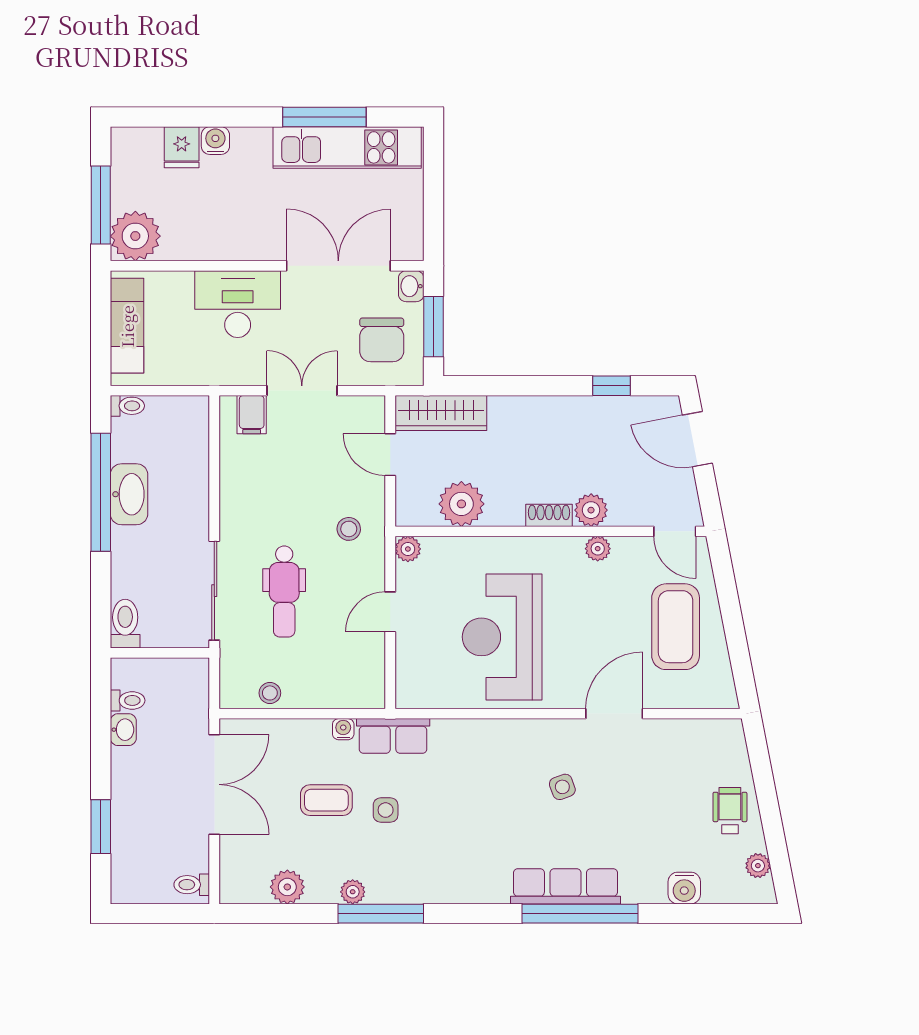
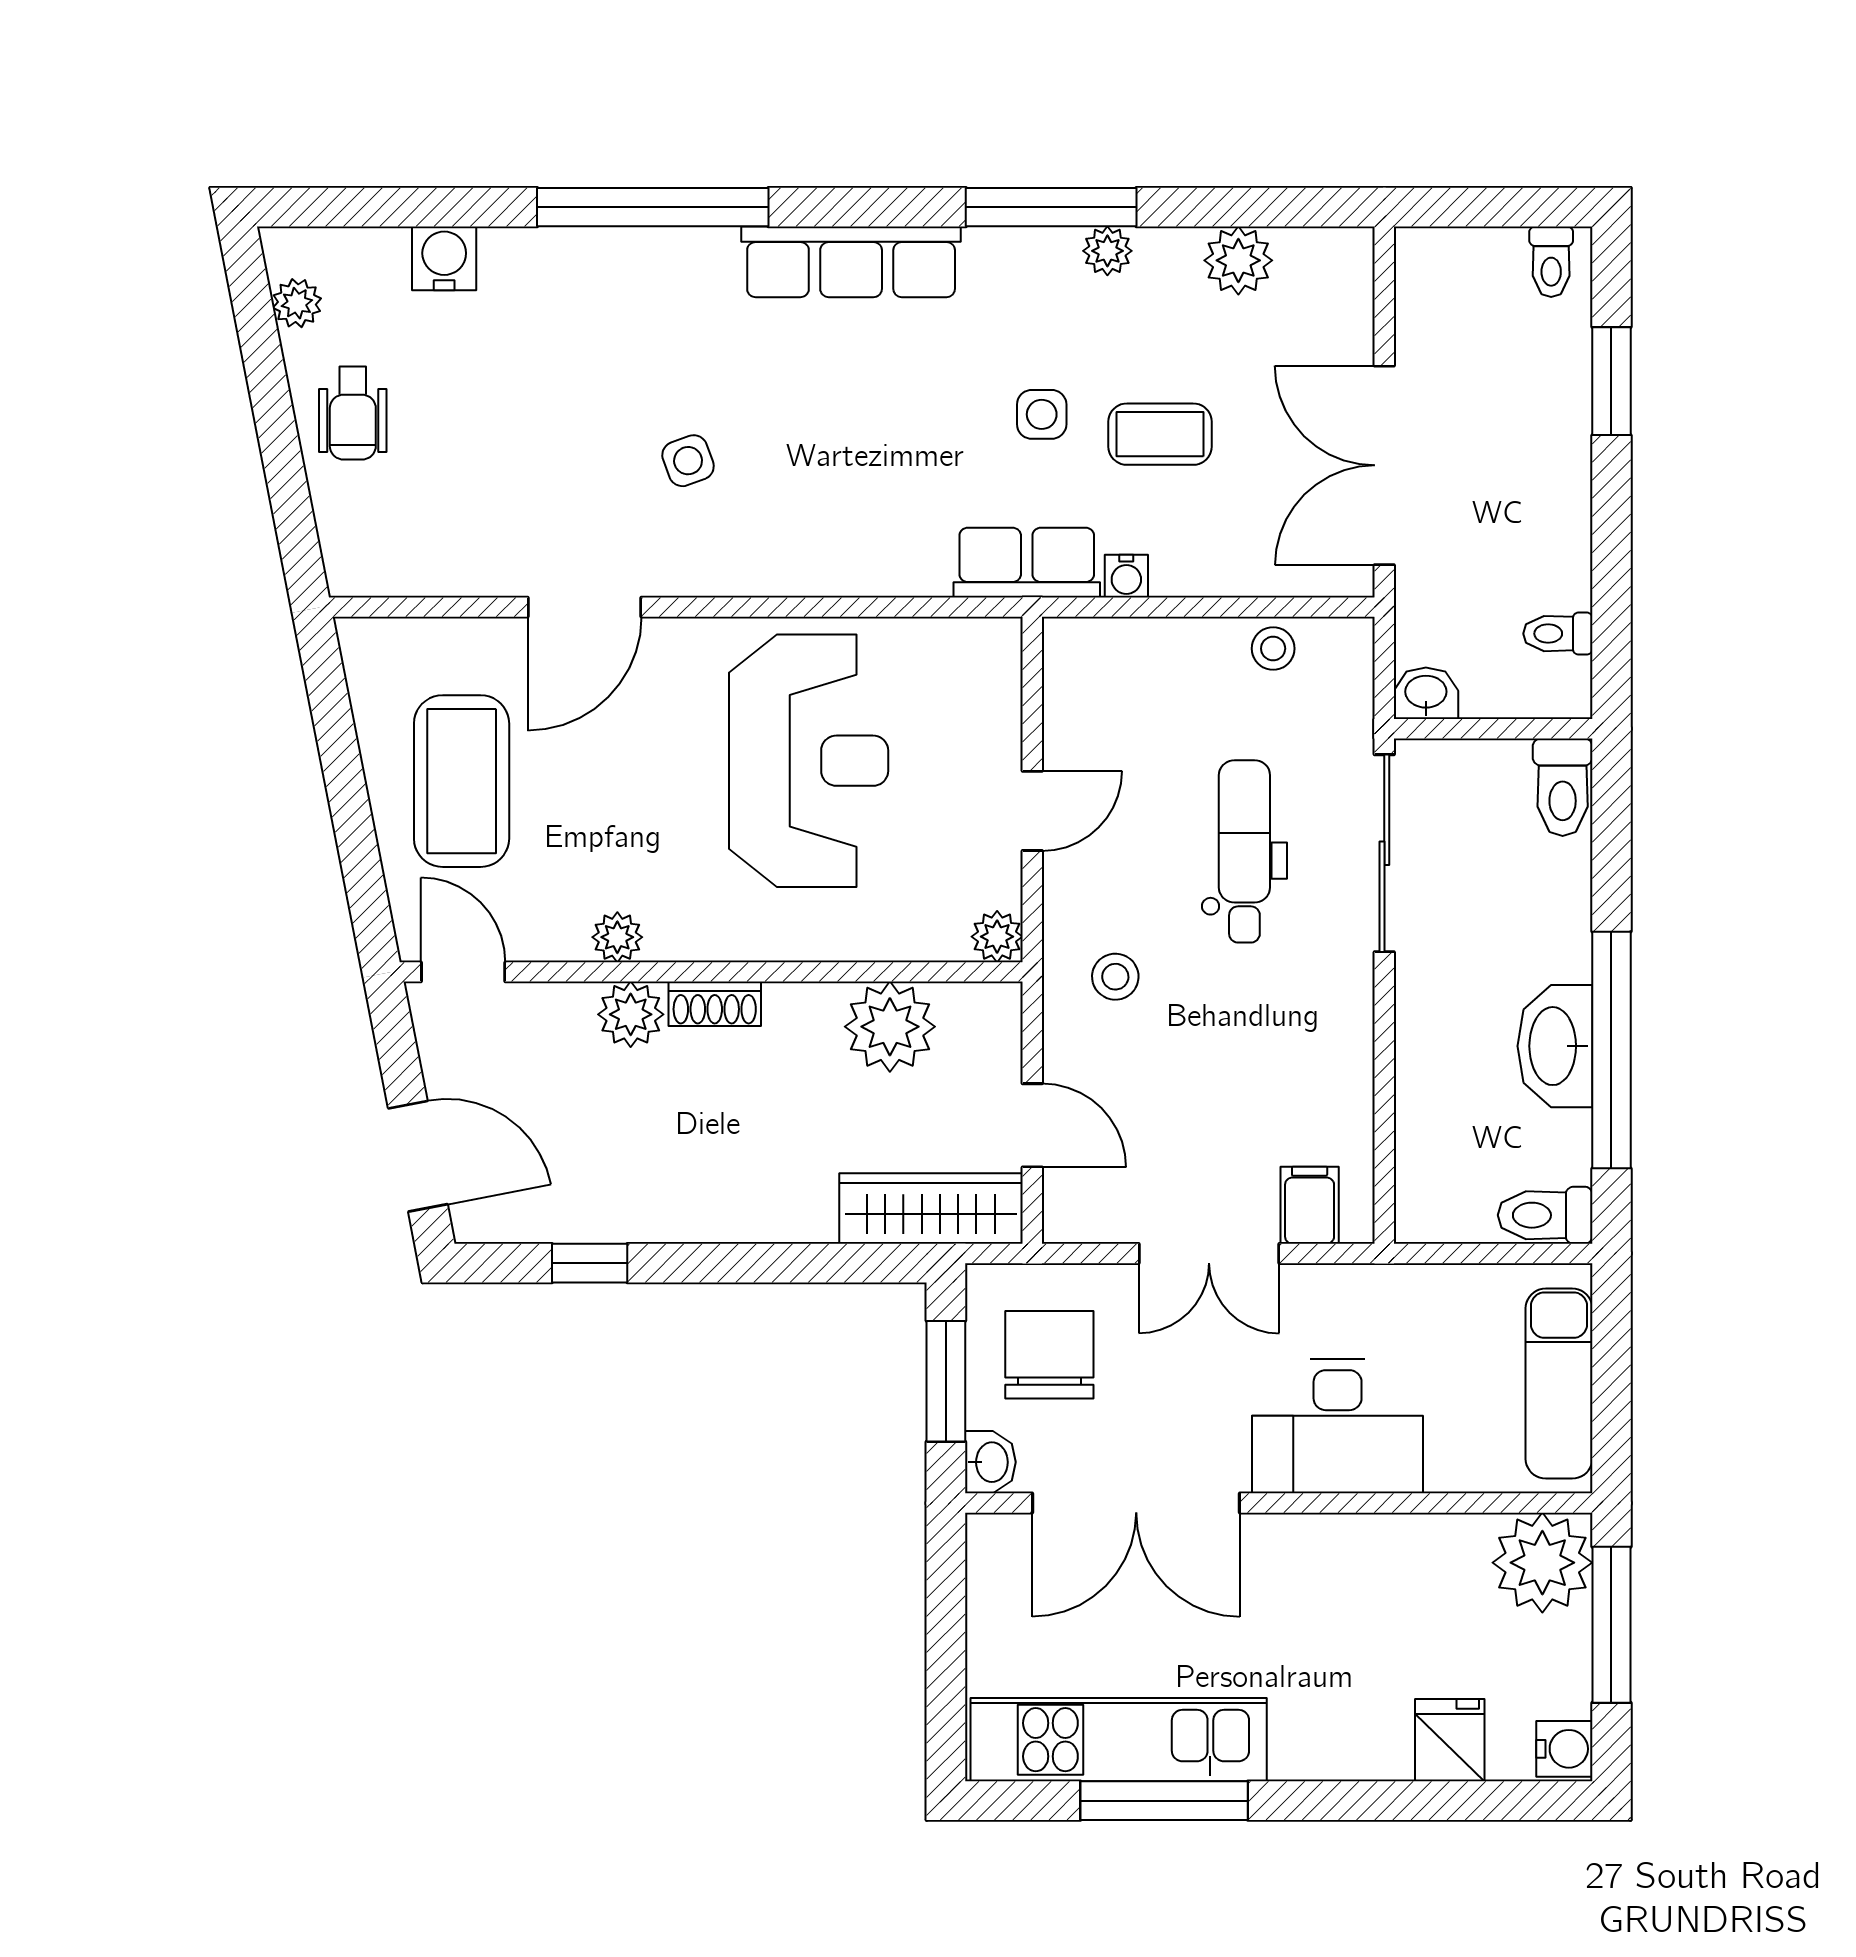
water cooler: (215, 141) -> (1564, 1749), moved, turned -90
toilet: (127, 406) -> (1545, 1215), width x1.37, depth x1.39
washbasin: (123, 730) -> (1426, 693), moved, turned 90
toilet: (192, 885) -> (1551, 262), moved, turned 90
row of seats: (565, 886) -> (851, 262), moved

